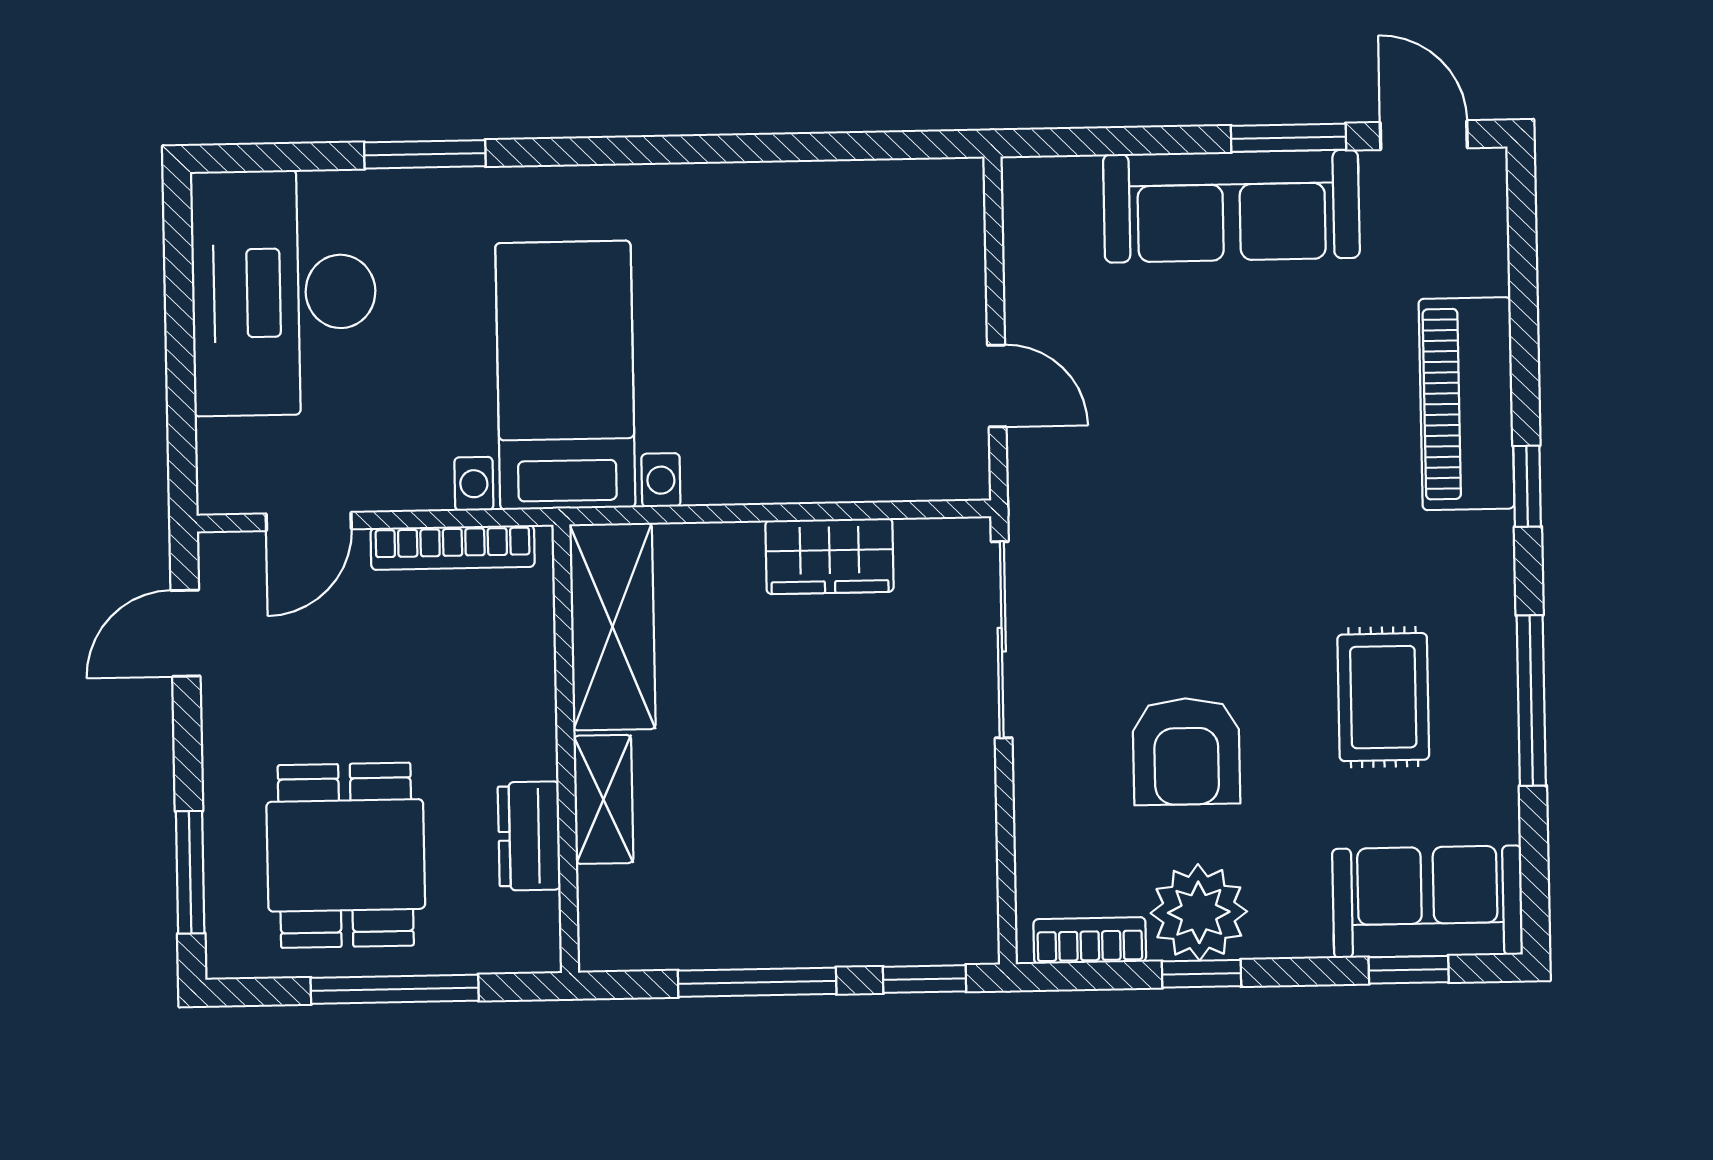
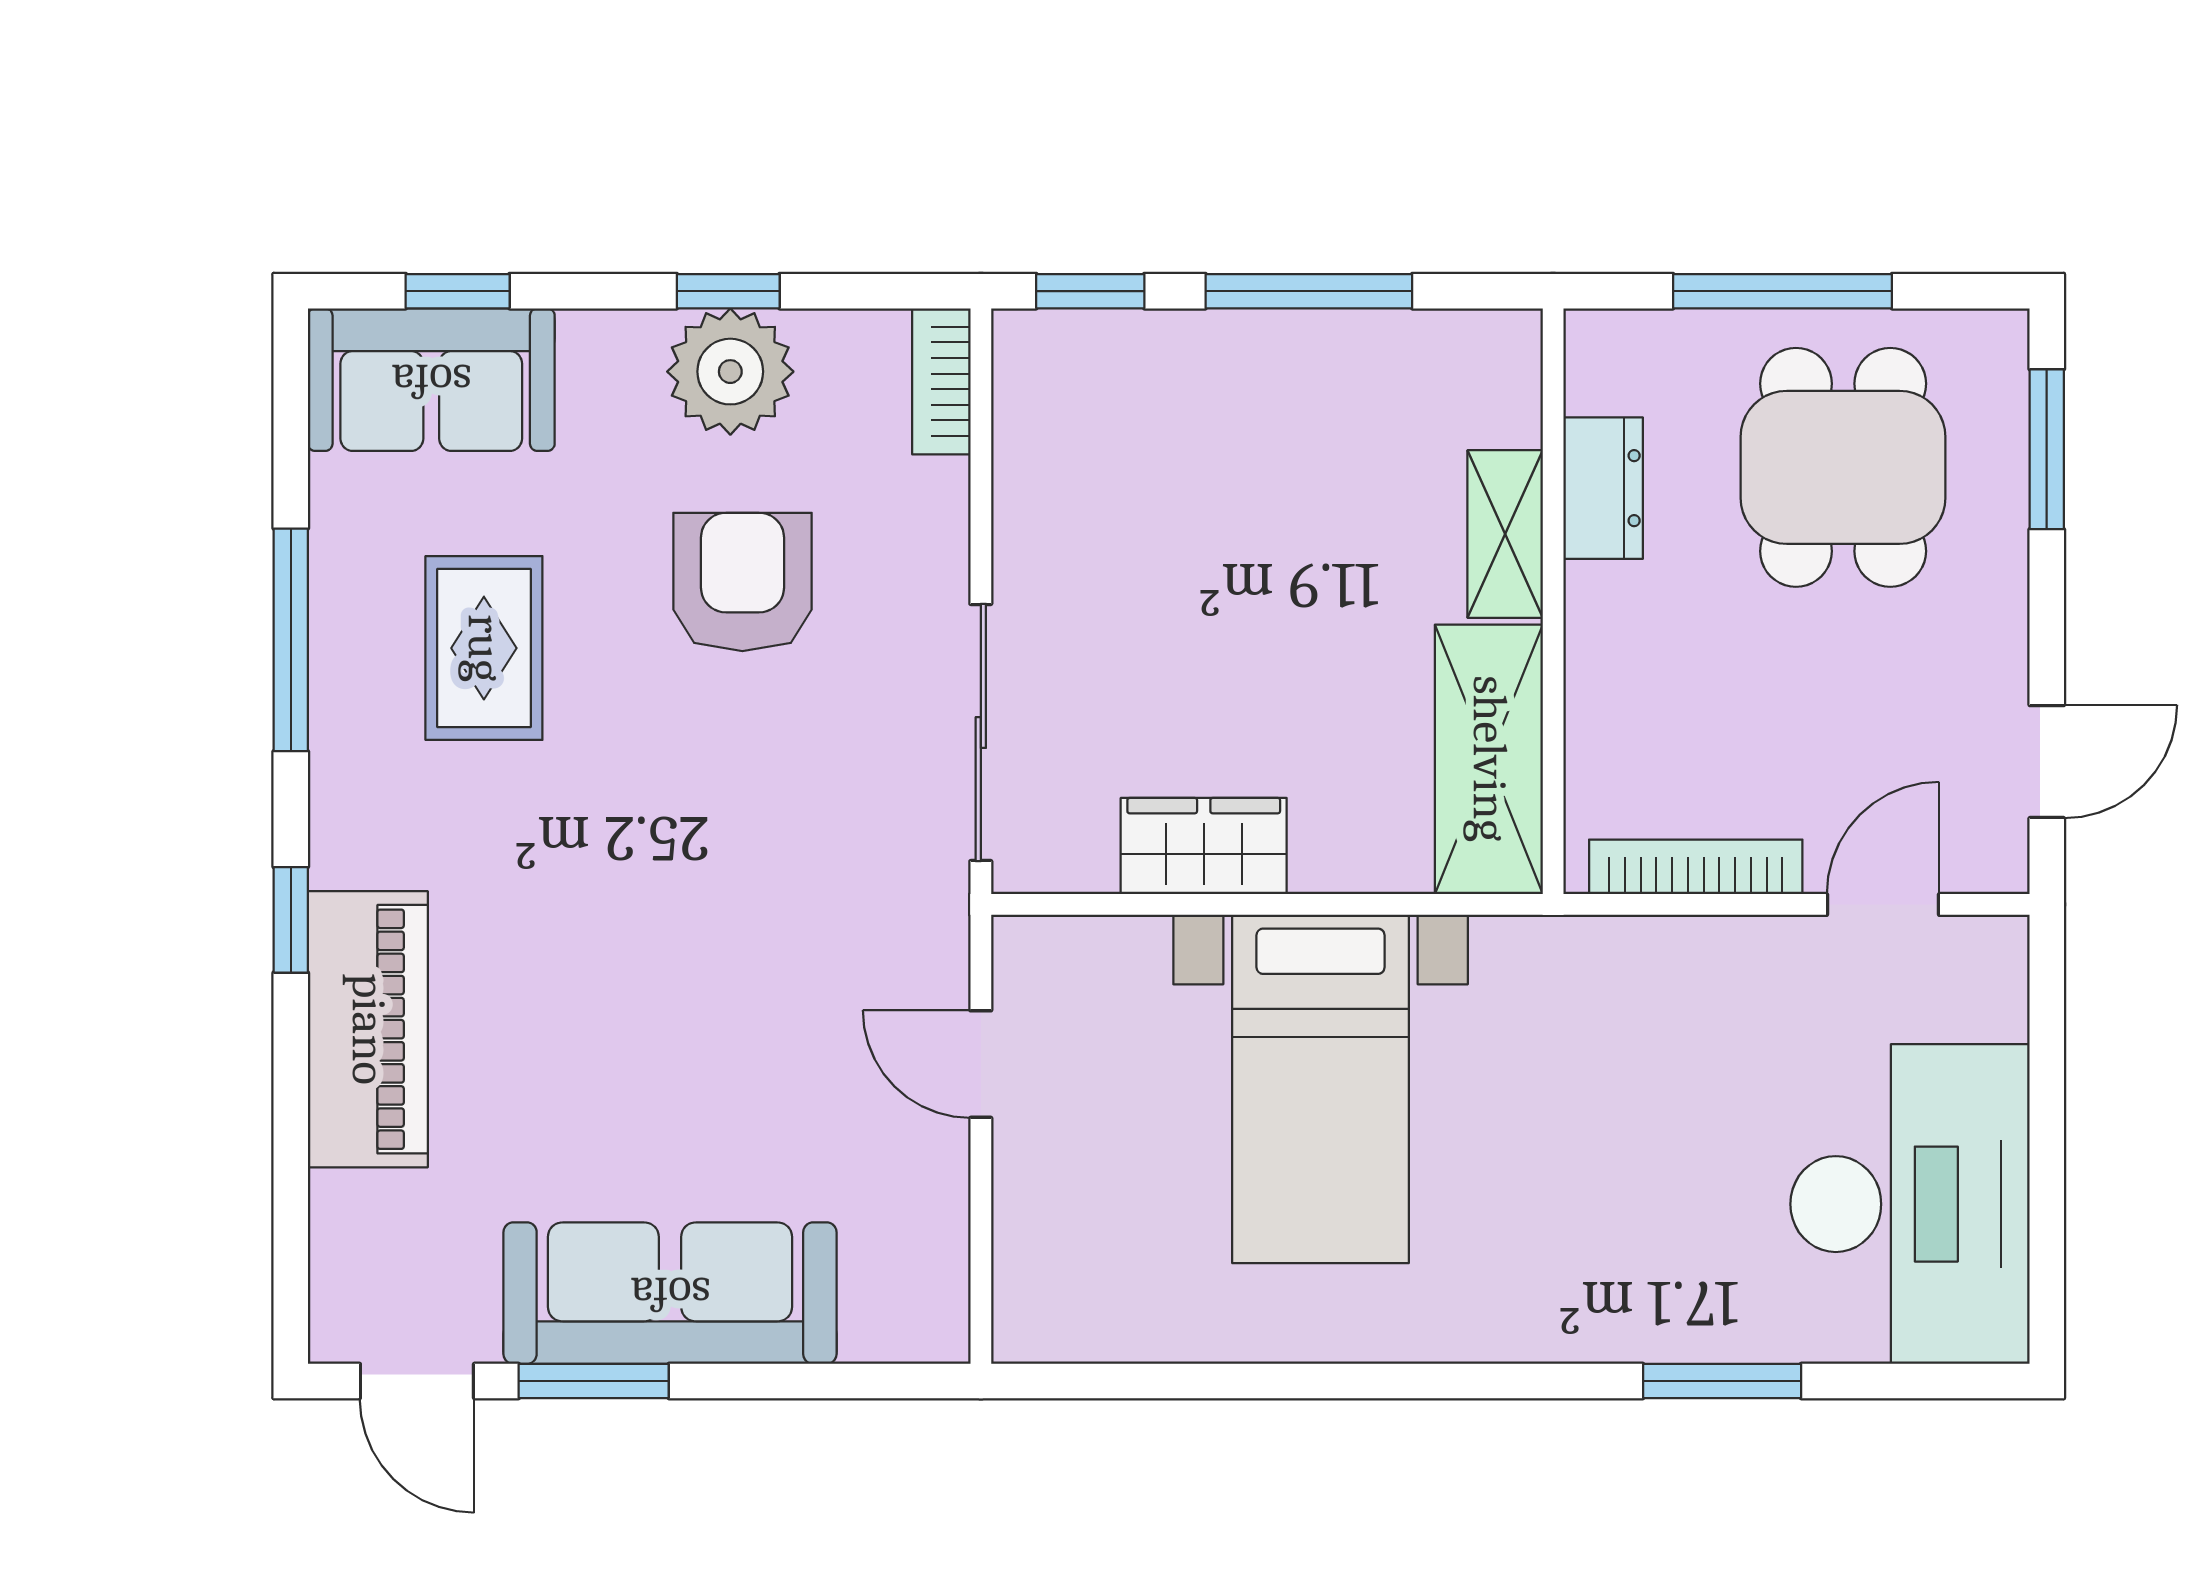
bed with nightstands: (565, 375) -> (1321, 1089), moved
bookcase: (1090, 940) -> (941, 381), moved, turned 90

